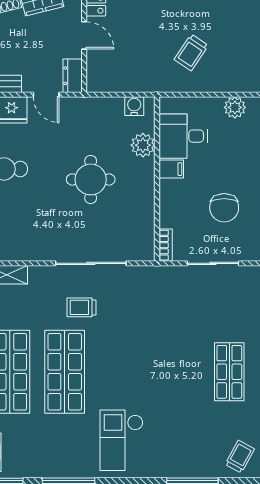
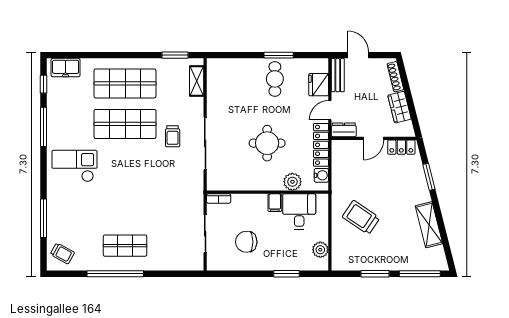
trolley: (191, 52) -> (361, 217), width x1.36, depth x1.39
locker: (93, 107) -> (321, 145), added
trolley: (81, 307) -> (173, 136), turned 180

